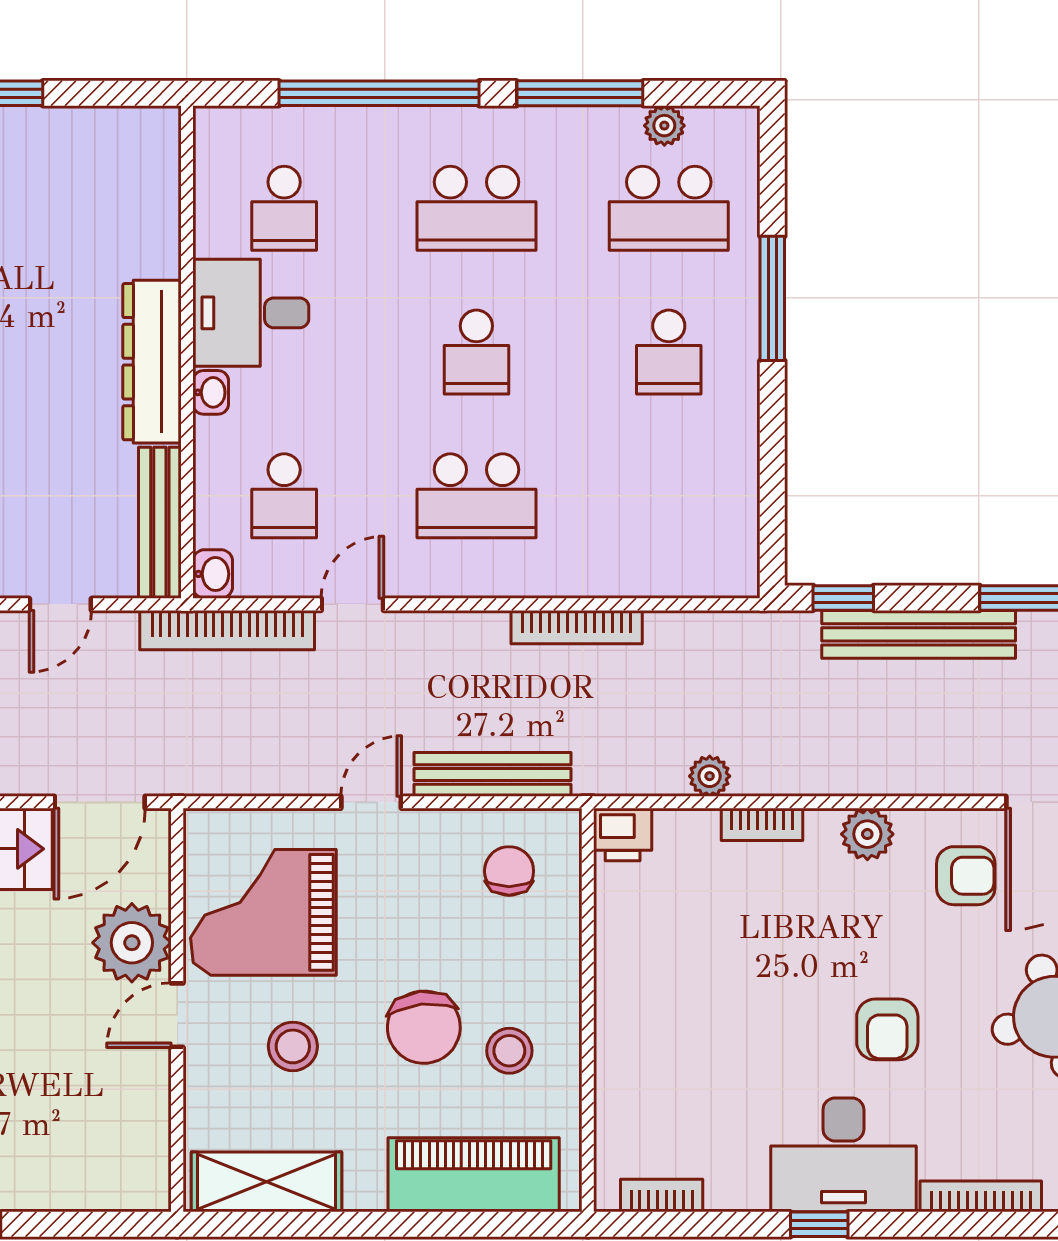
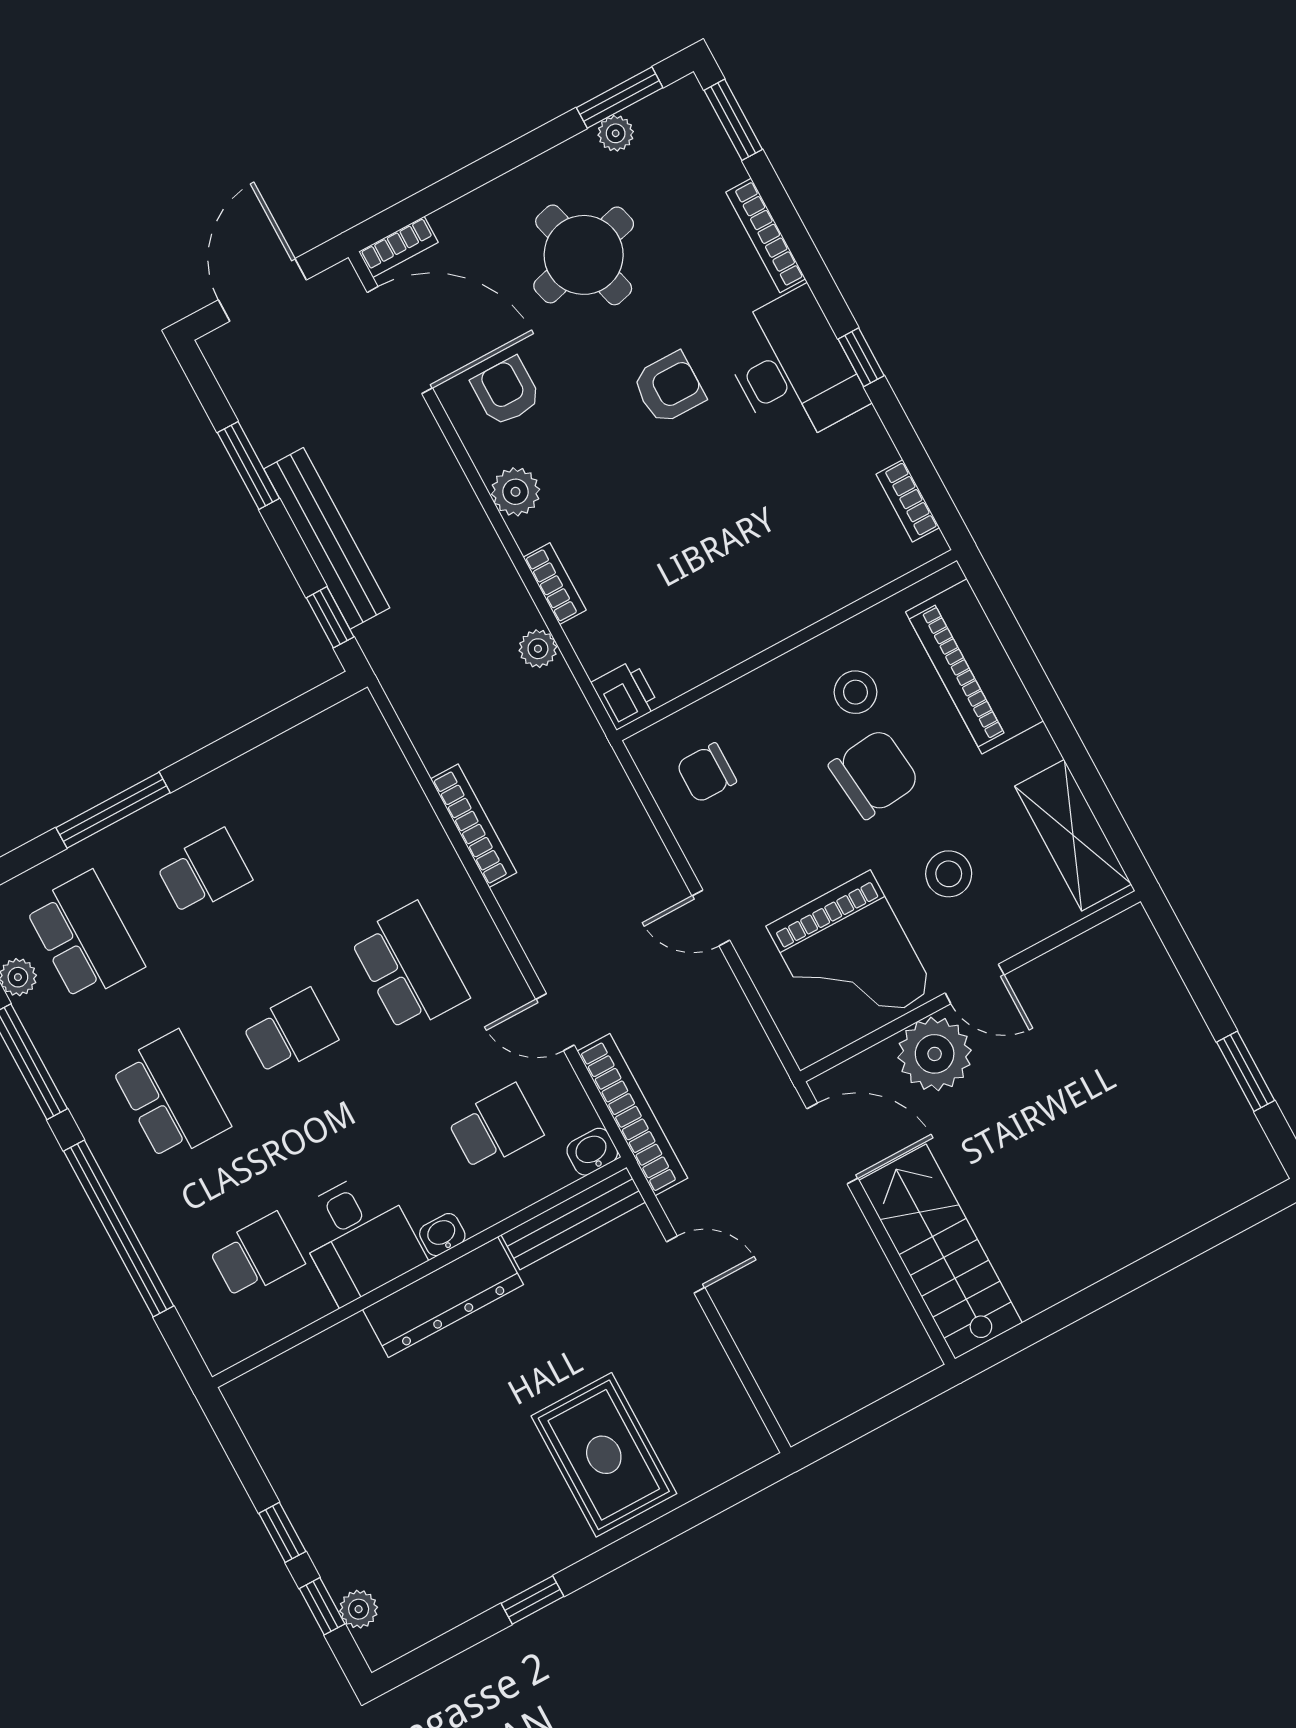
bench: (492, 774) -> (634, 830), removed

